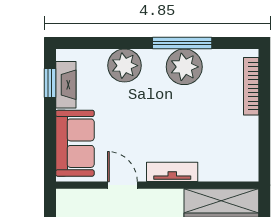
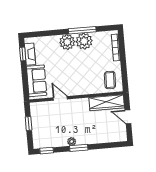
plant: (125, 66) -> (67, 42), moved
coffee table: (233, 155) -> (110, 80), added
tv unit: (172, 172) -> (83, 90), removed

